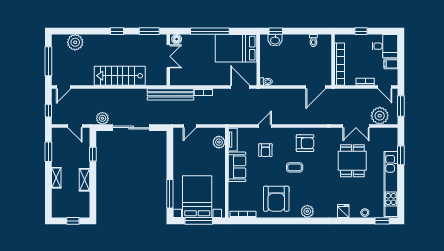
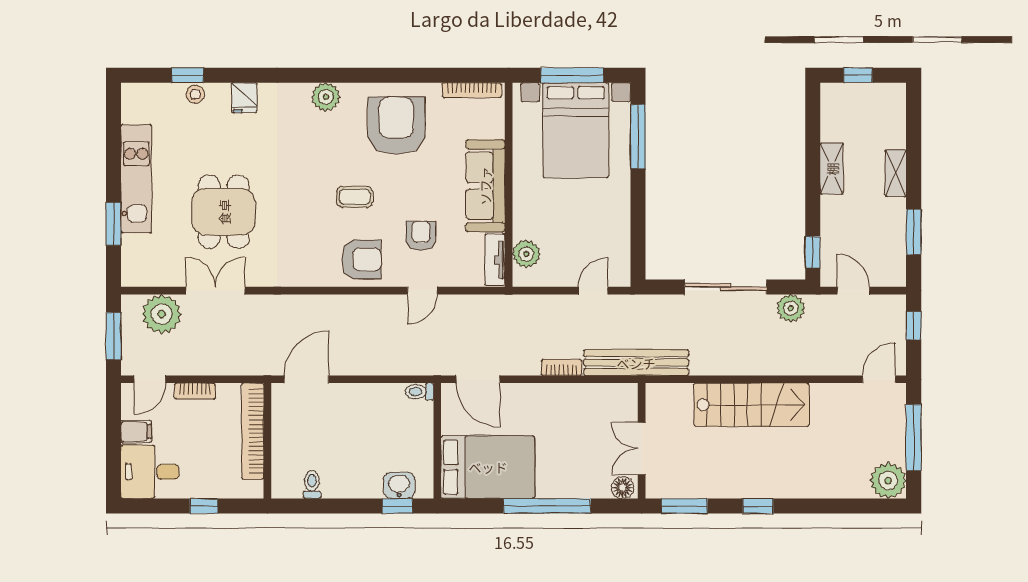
plant: (75, 42) -> (888, 481), moved
door: (385, 87) -> (150, 379), swing flipped
armchair: (305, 143) -> (361, 259), moved, turned 180
window: (93, 154) -> (813, 252), moved
sofa: (237, 167) -> (485, 186), width x1.36
kitchen unit: (391, 184) -> (136, 179), width x0.73
window: (382, 221) -> (188, 75), moved

